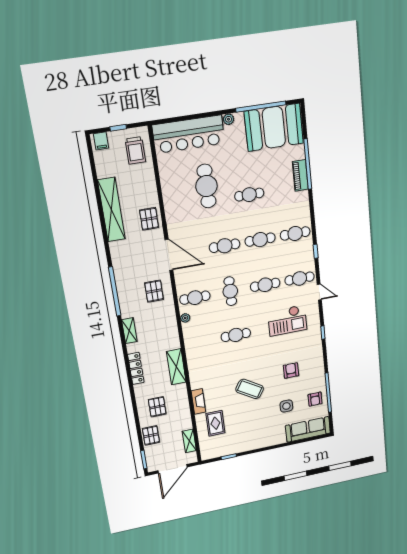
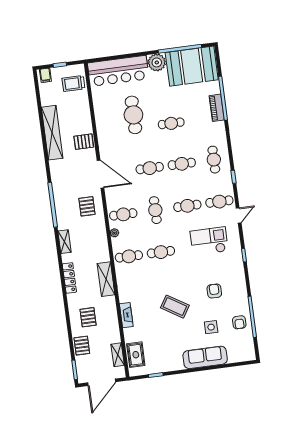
plant: (229, 119) -> (157, 62), width x1.88, depth x1.88
trolley: (135, 150) -> (73, 83), turned 90
pallet: (149, 219) -> (84, 142), turned 90
cafe table: (295, 233) -> (214, 160), turned 90
door: (319, 292) -> (239, 215), hinge flipped
checkout: (287, 320) -> (209, 241), turned 180
cafe table: (201, 342) -> (129, 256), added
rug: (215, 423) -> (136, 355), moved
sofa: (308, 429) -> (205, 357), moved

